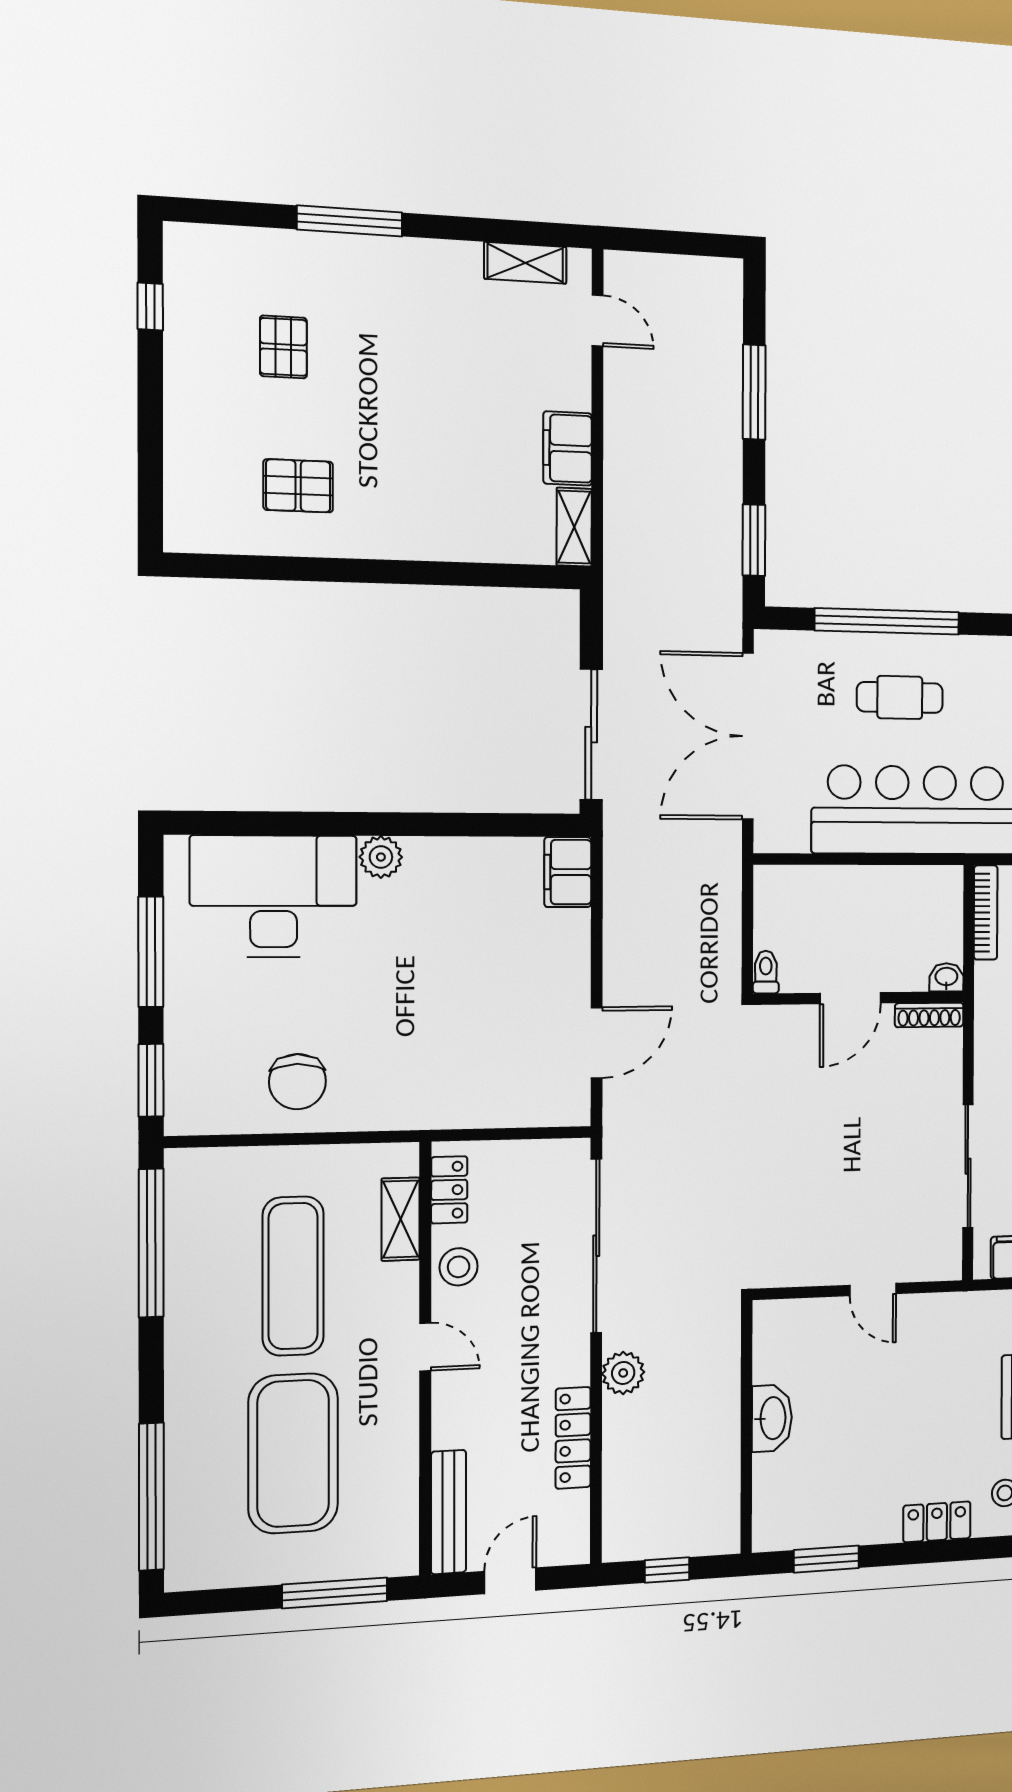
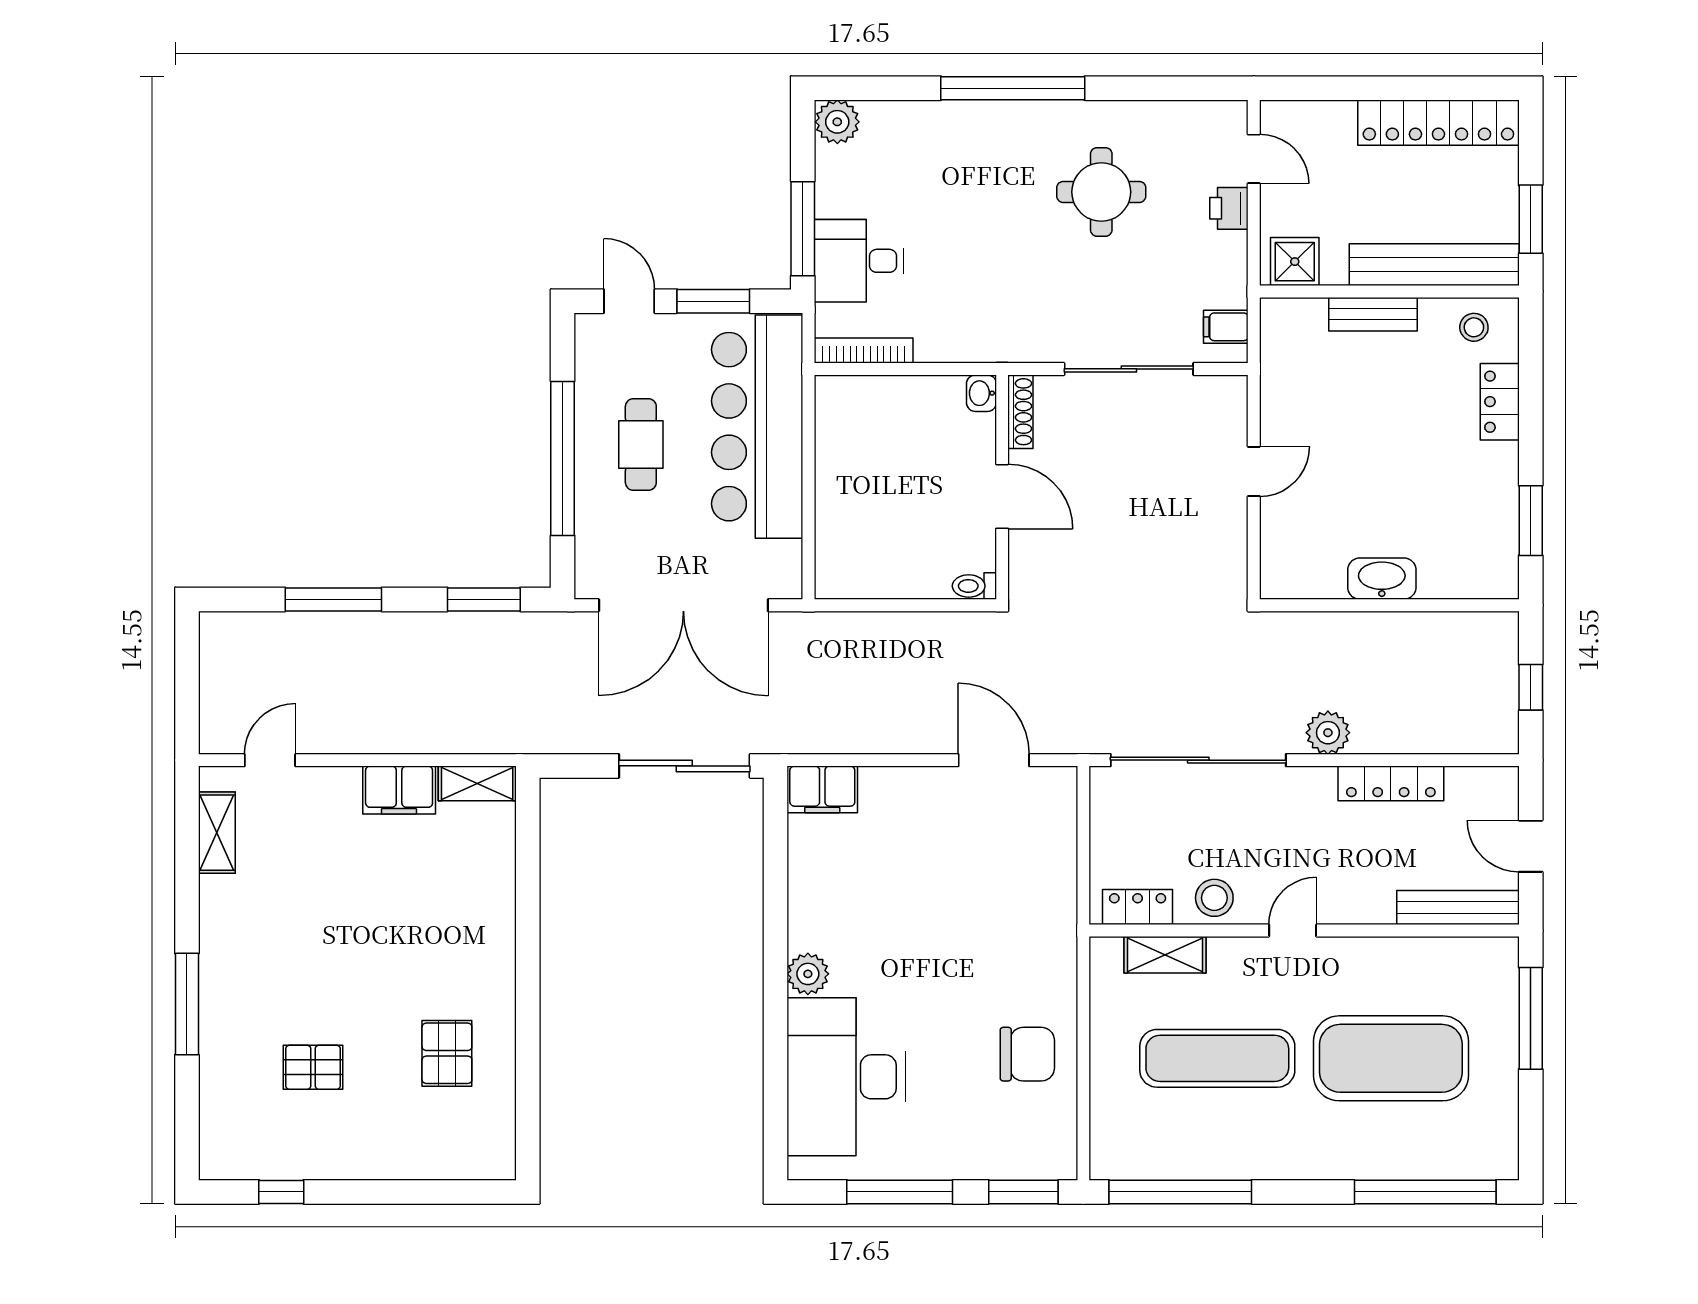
toilet: (766, 972) -> (974, 586), moved
washbasin: (946, 977) -> (981, 393), moved
door: (850, 998) -> (1002, 496), moved
wall: (859, 998) -> (1002, 487), moved
shoe rack: (929, 1015) -> (1020, 412), moved

